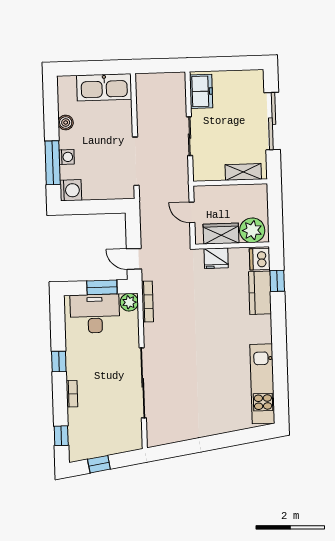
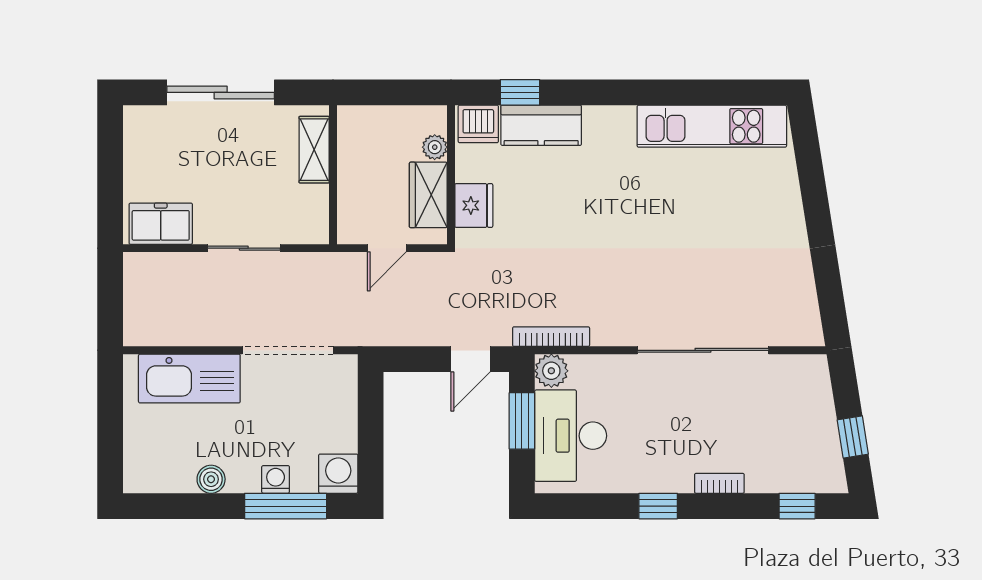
kitchen sink: (104, 87) -> (189, 379), moved, turned 90
plant: (252, 230) -> (435, 147), width x0.53, depth x0.53

